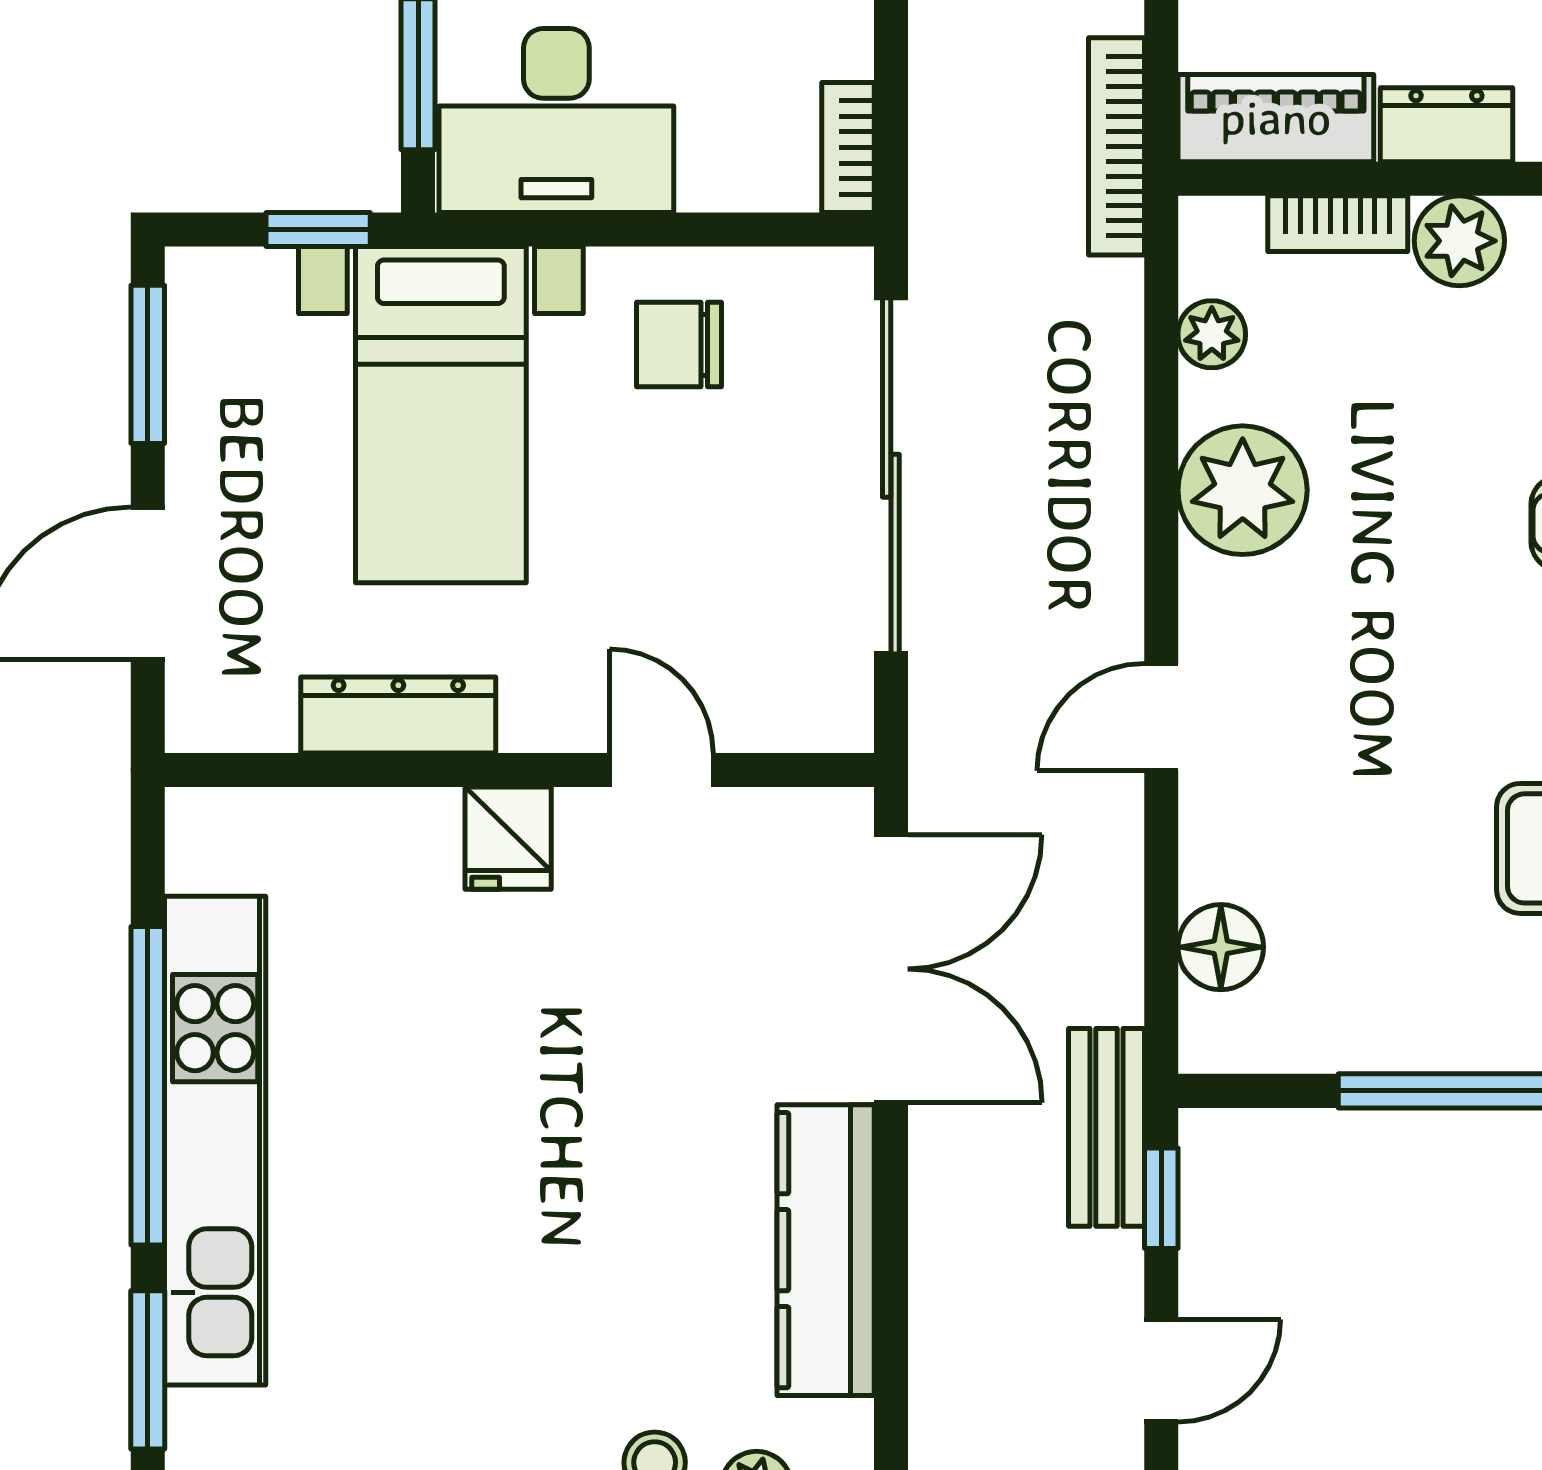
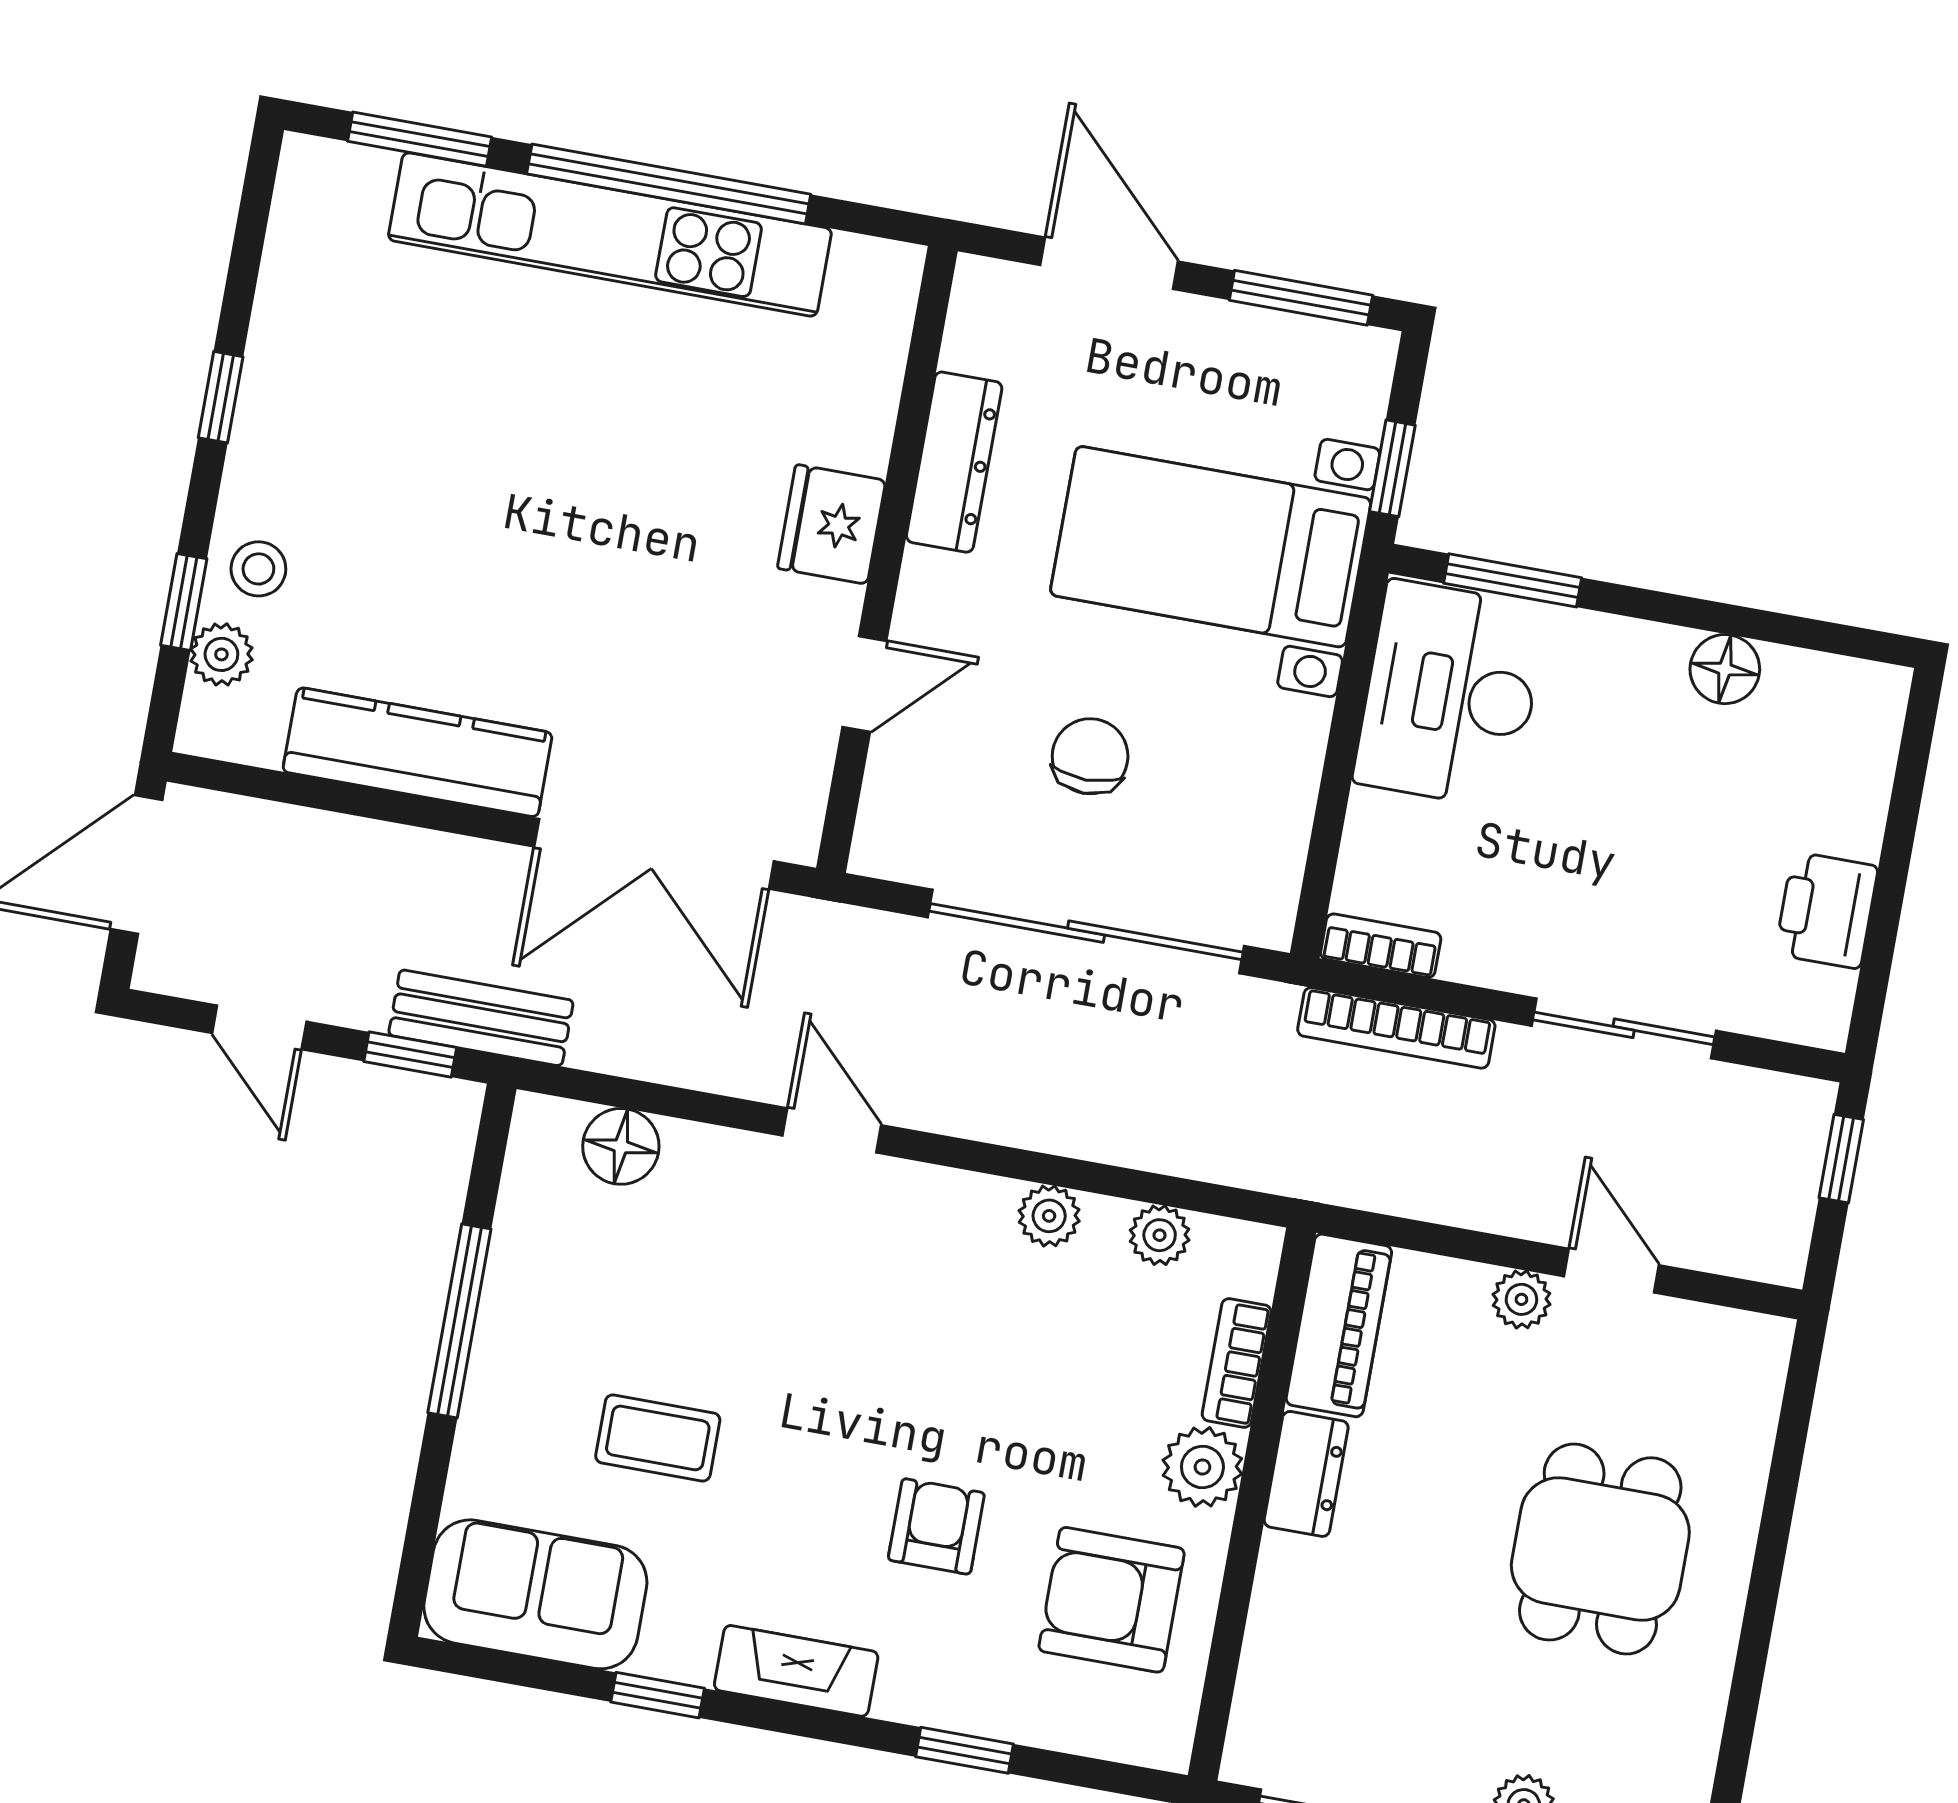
bookcase: (1116, 146) -> (1396, 1028), moved, turned 180
chair: (679, 345) -> (1090, 756), moved
plant: (1243, 490) -> (1049, 1216), width x0.53, depth x0.53
fridge: (508, 838) -> (831, 524), width x1.38

